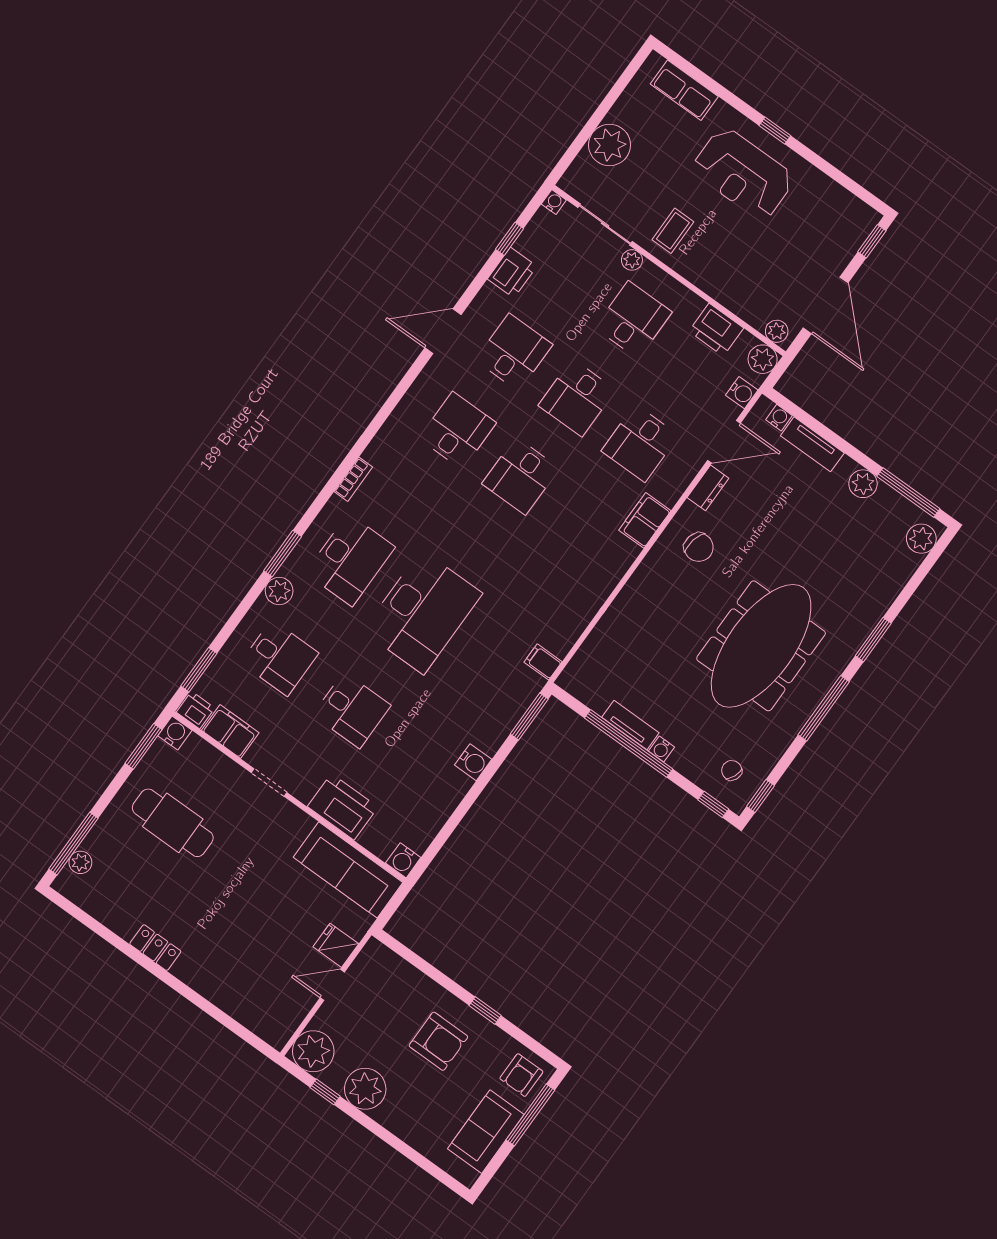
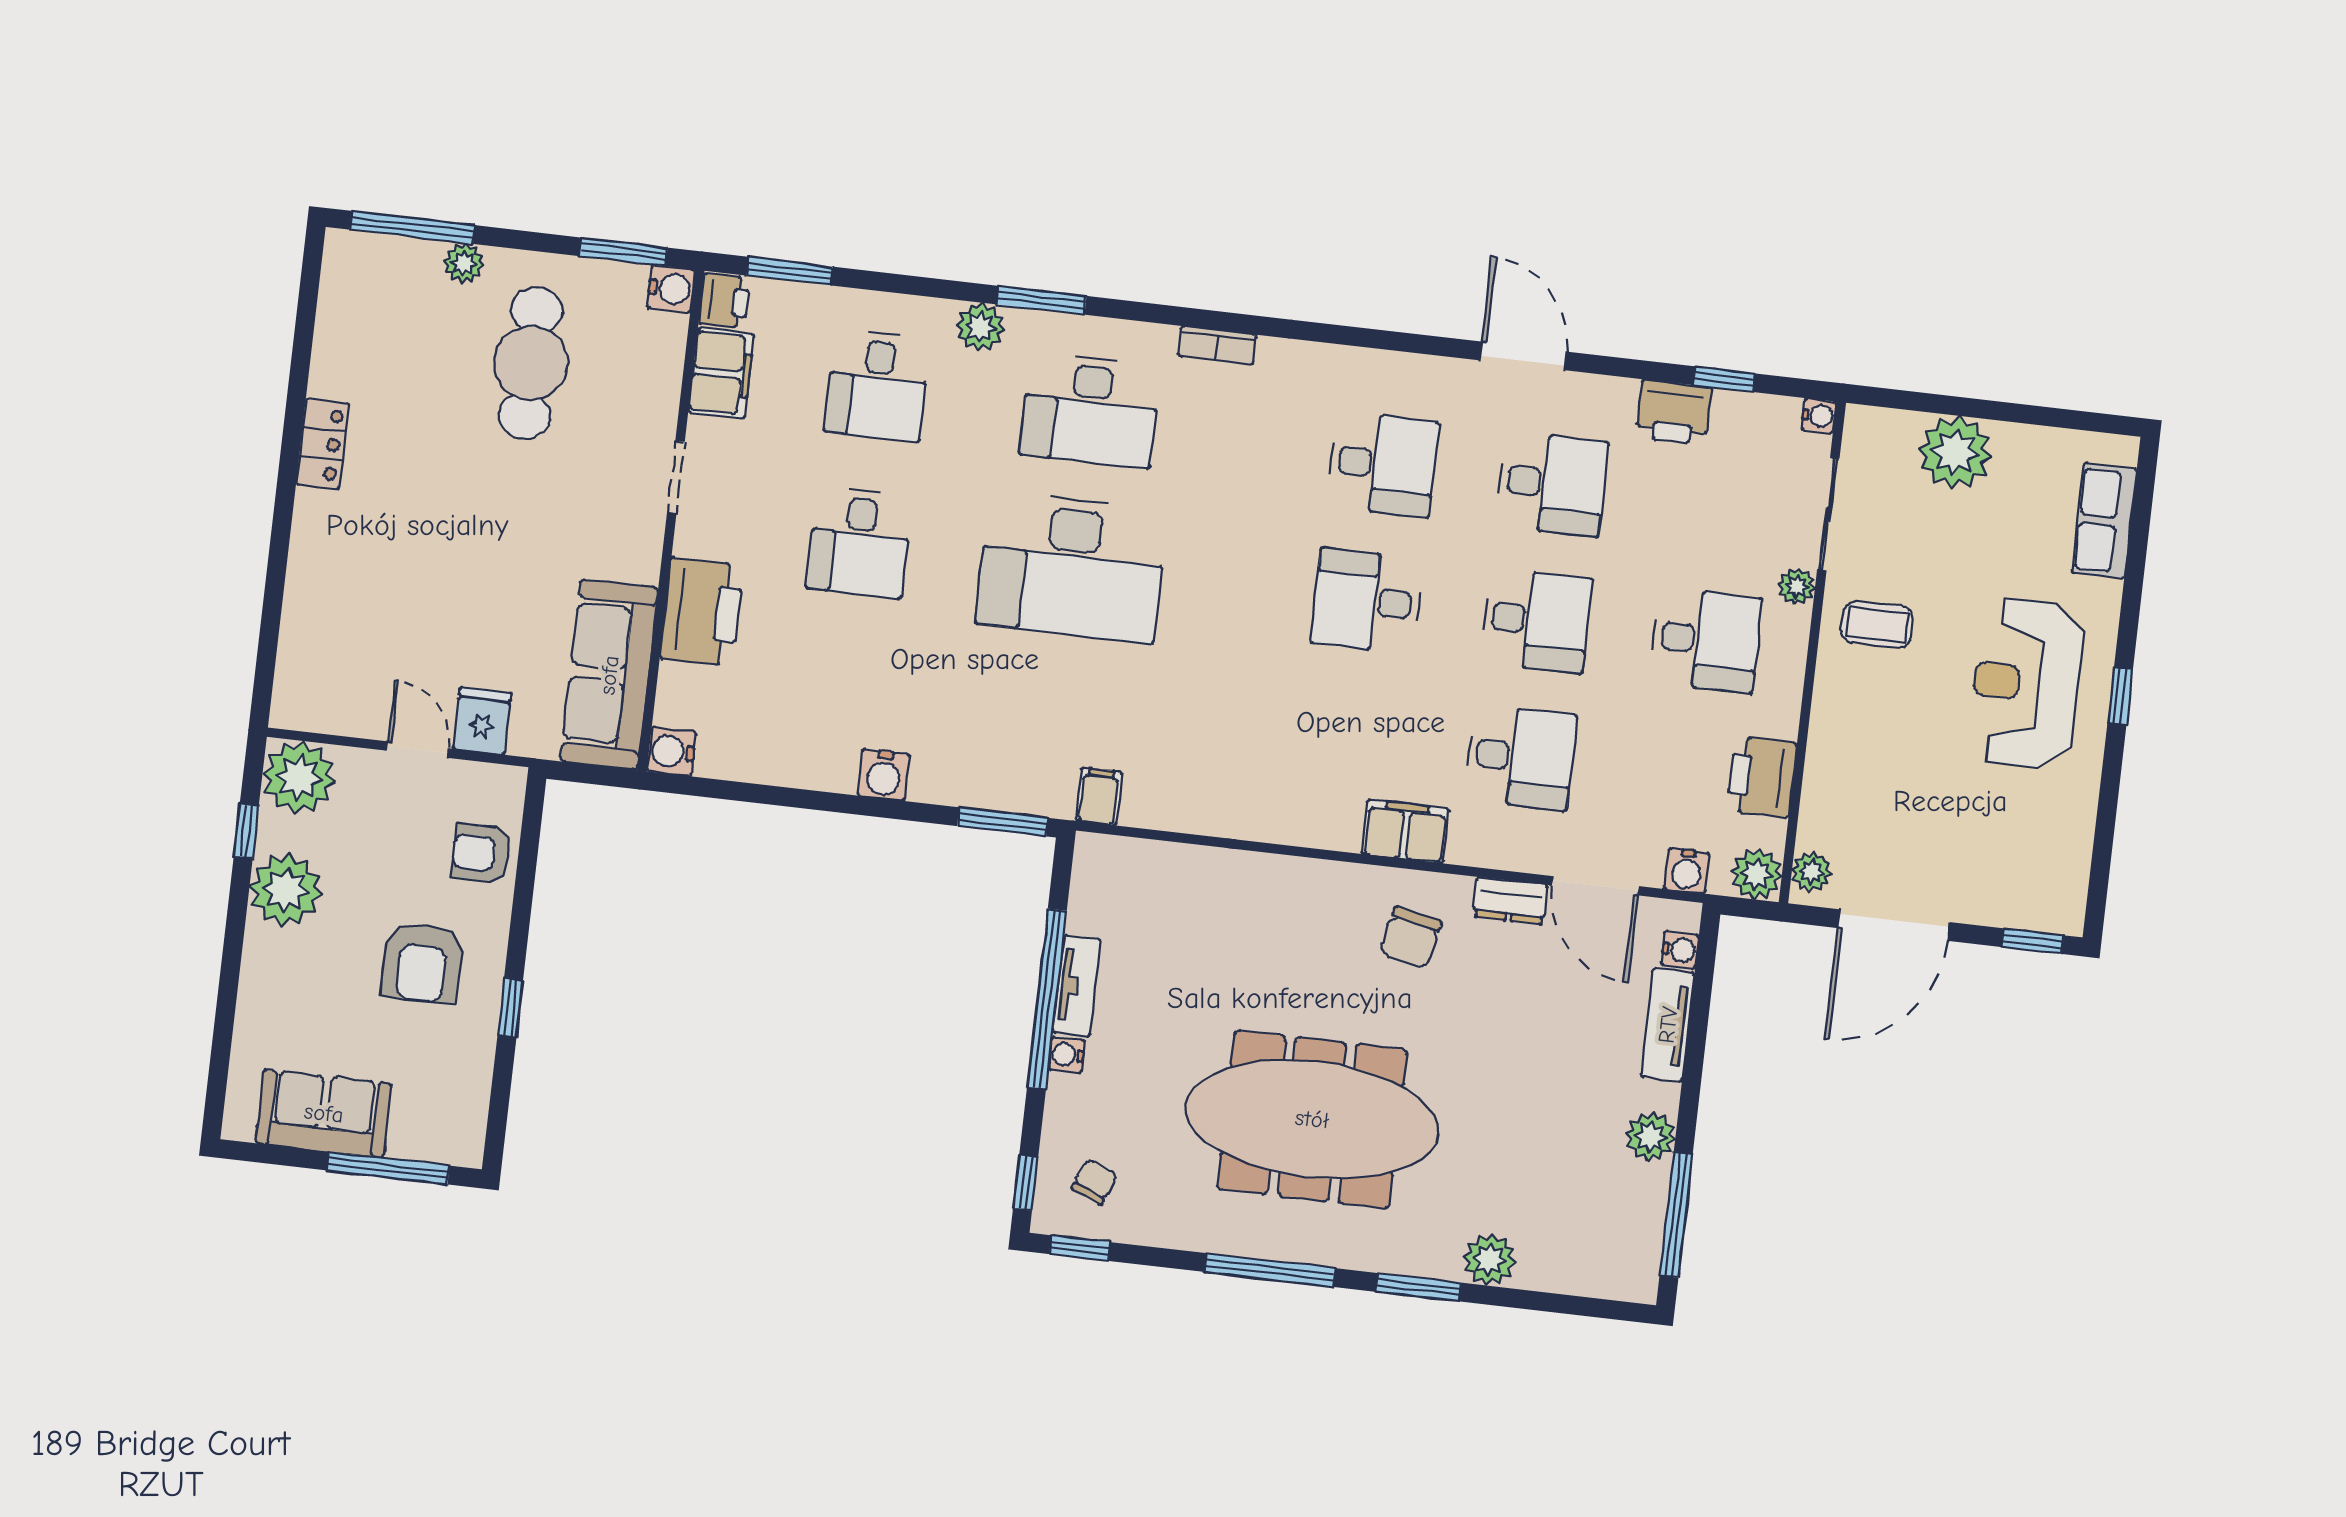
desk: (577, 398) -> (1536, 621), turned 180
desk: (640, 443) -> (1520, 757), turned 180
plant: (921, 539) -> (1489, 1260), moved
plant: (80, 862) -> (464, 263), moved
armchair: (521, 1075) -> (481, 853), moved

